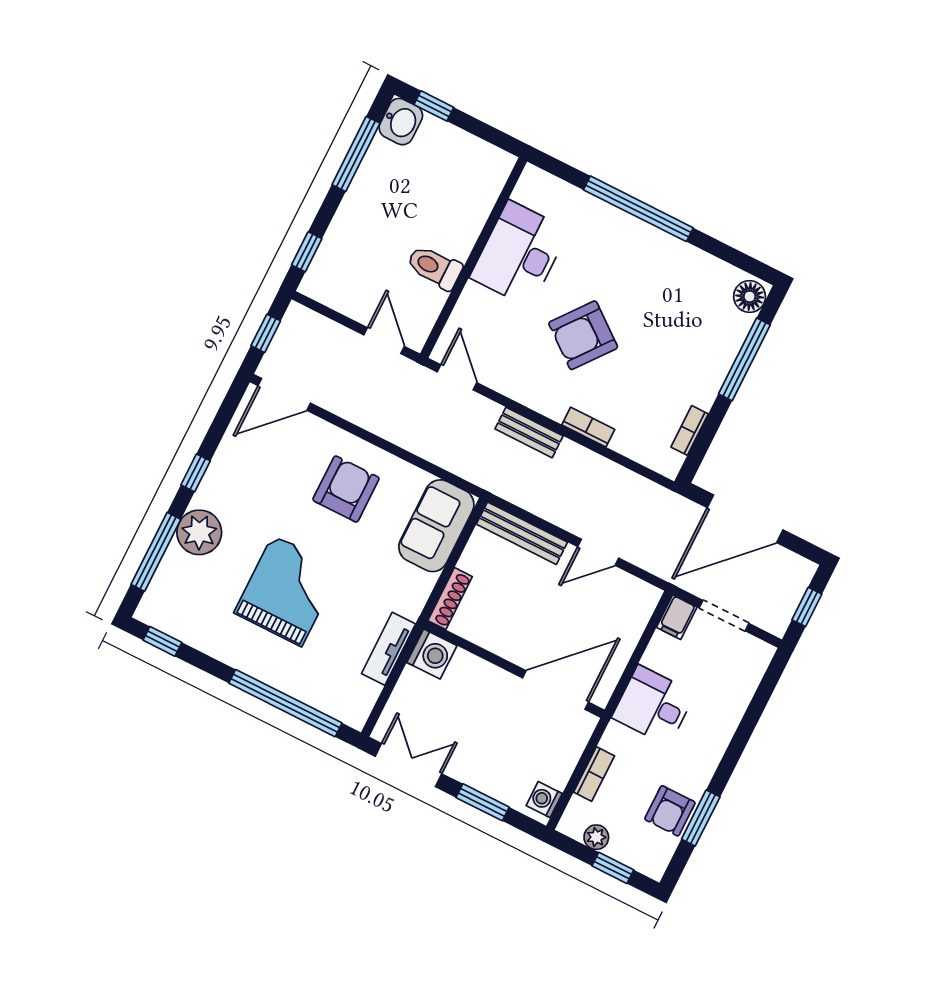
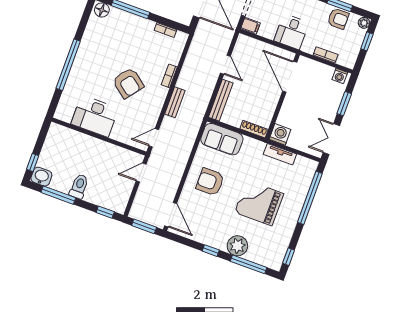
toilet: (434, 267) -> (79, 186), moved, turned 180
window: (266, 333) -> (144, 226), width x1.50
plant: (596, 837) -> (364, 23), moved

